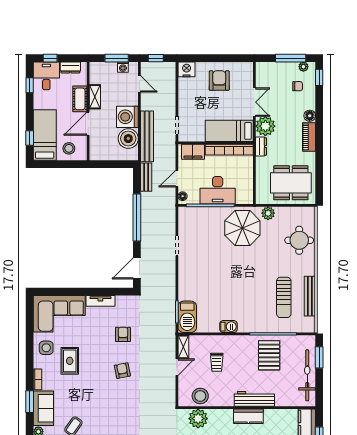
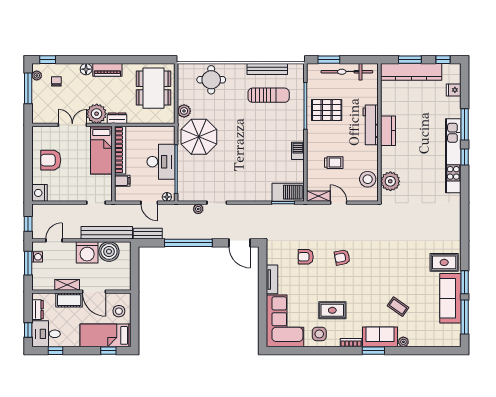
filing cabinet: (193, 152) -> (122, 181), width x0.50
plant: (171, 227) -> (198, 209), added

